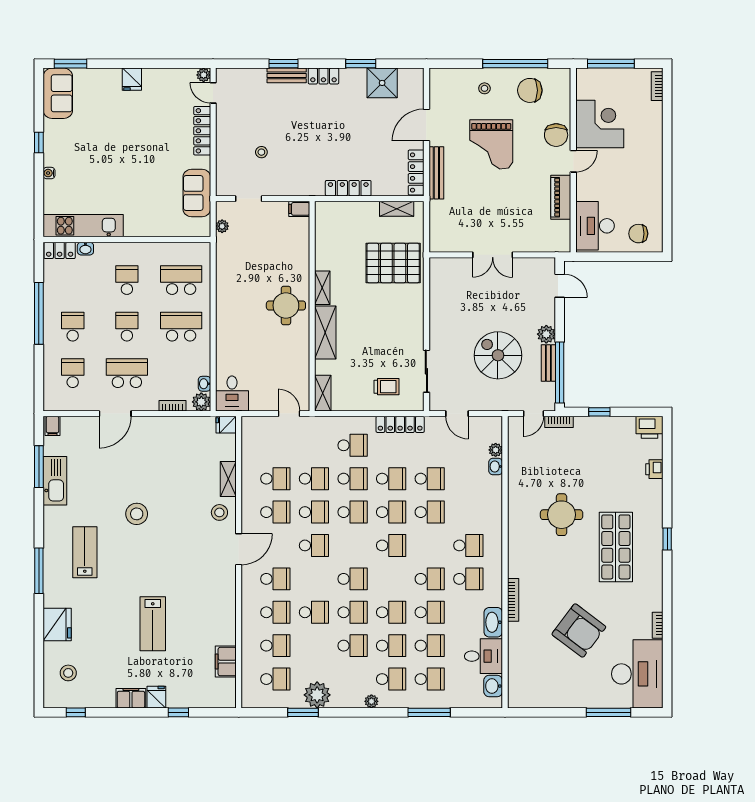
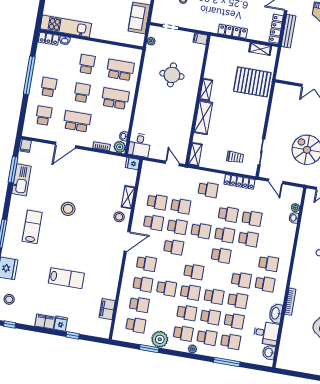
round table: (286, 305) -> (172, 75), moved
school desk: (353, 479) -> (183, 333), moved
lab bench: (153, 624) -> (66, 278), turned -90

